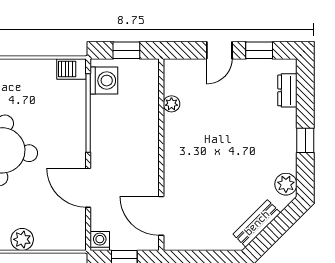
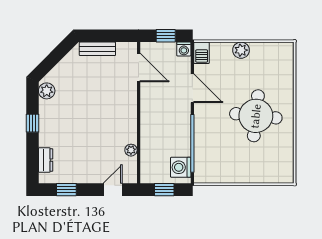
door: (219, 50) -> (113, 190), moved
barbecue: (71, 69) -> (202, 53), moved, turned 90
bench: (257, 223) -> (97, 49), moved, turned 45

